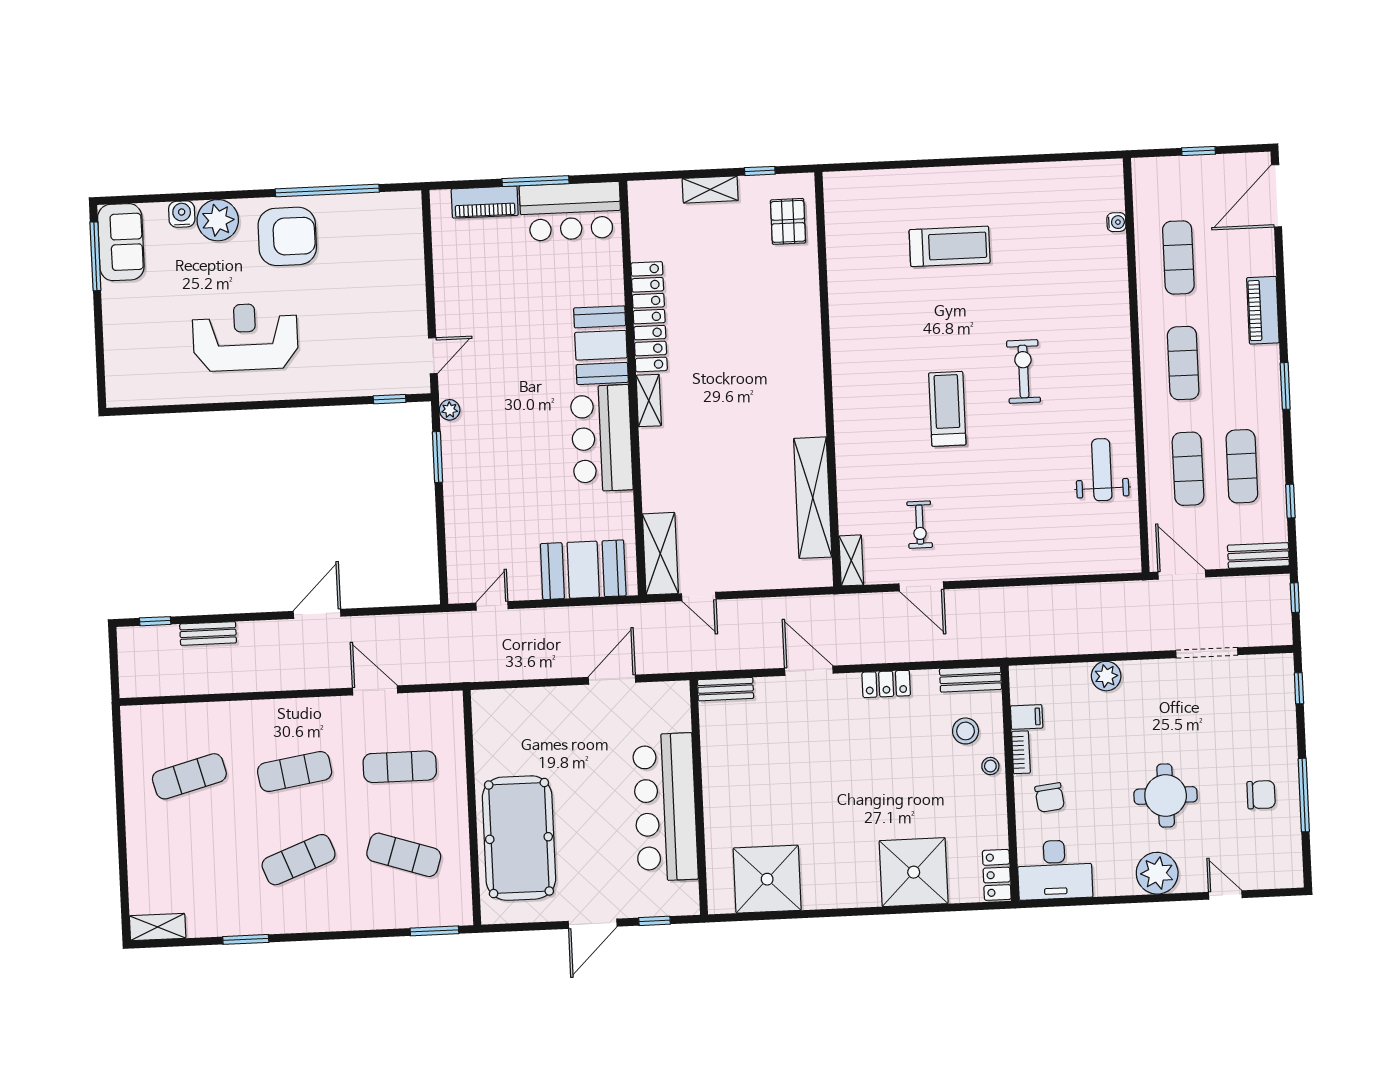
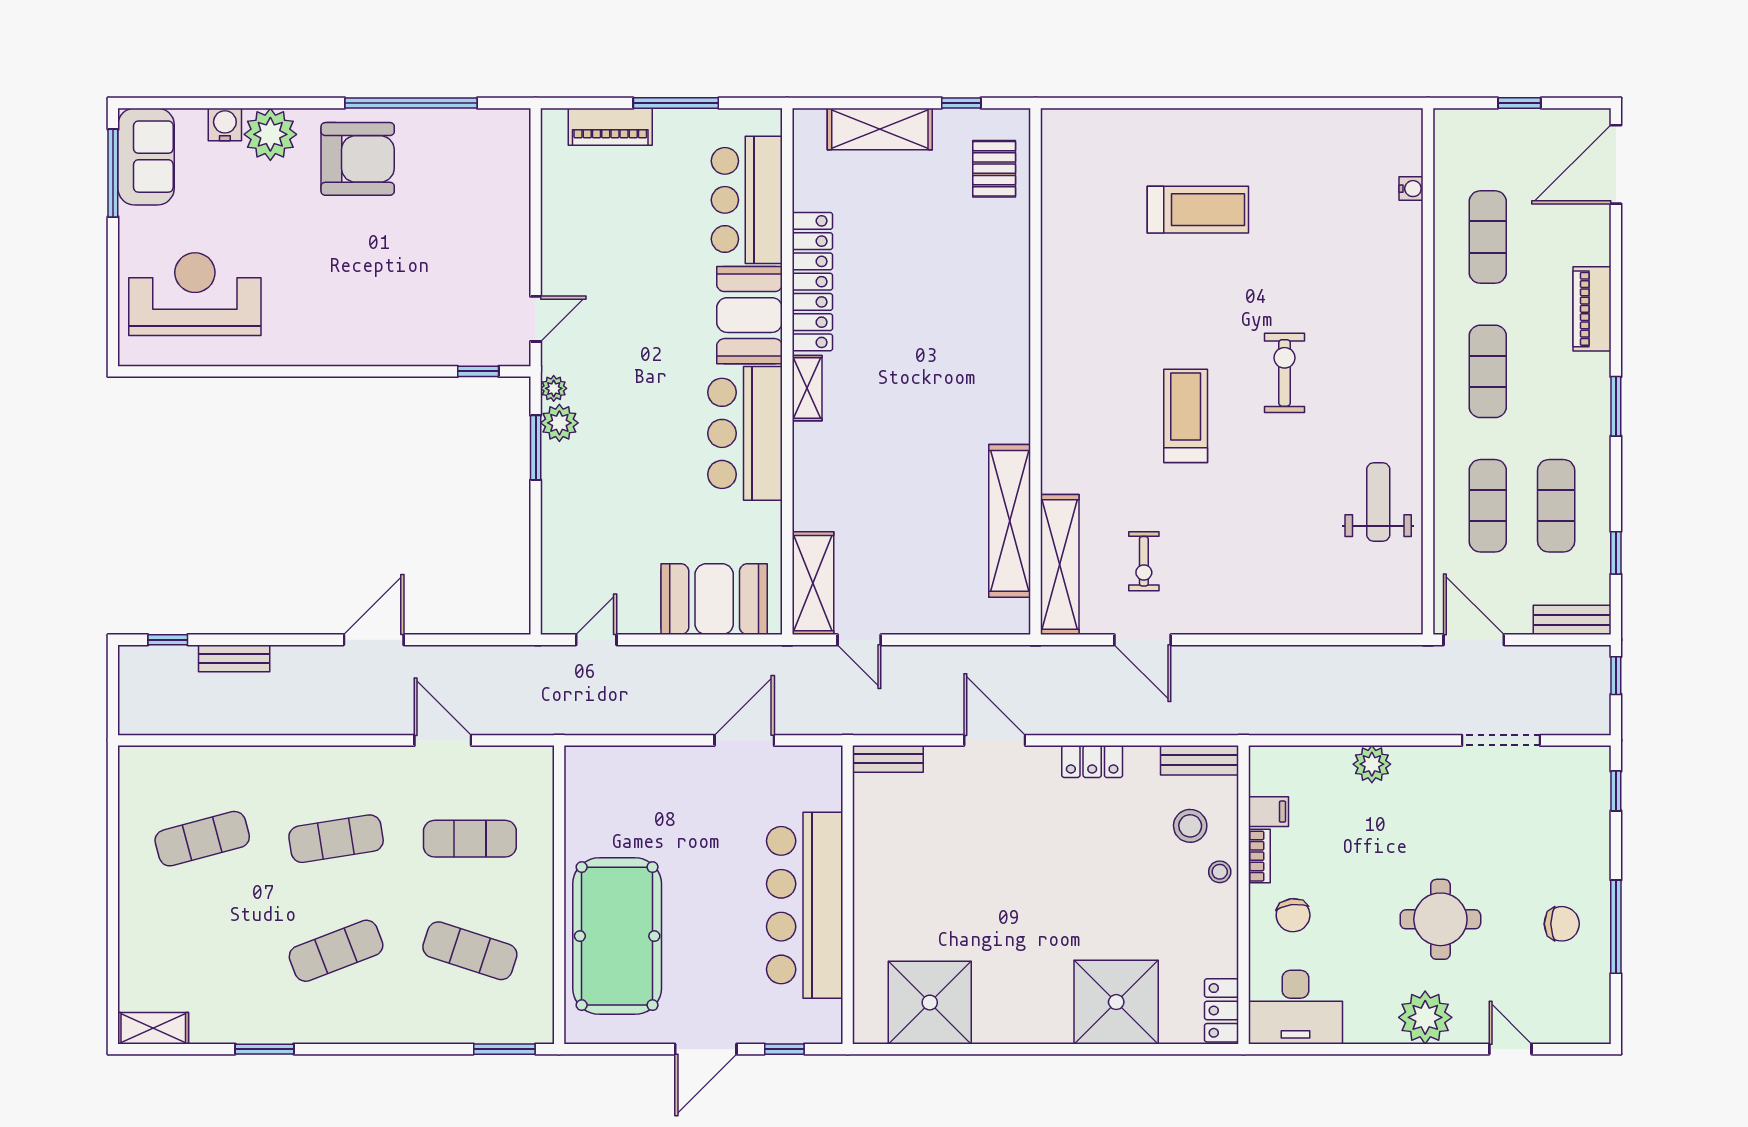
shelving: (710, 190) -> (880, 129), width x1.50, depth x1.33
bar counter: (570, 211) -> (747, 200), moved, turned 90
reception desk: (245, 337) -> (195, 294), moved
plant: (455, 437) -> (559, 423), added
shelving: (851, 560) -> (1060, 565), width x2.20, depth x1.33

